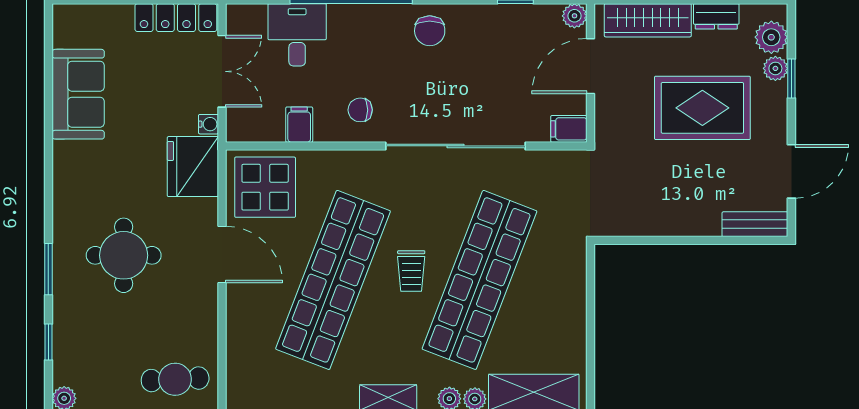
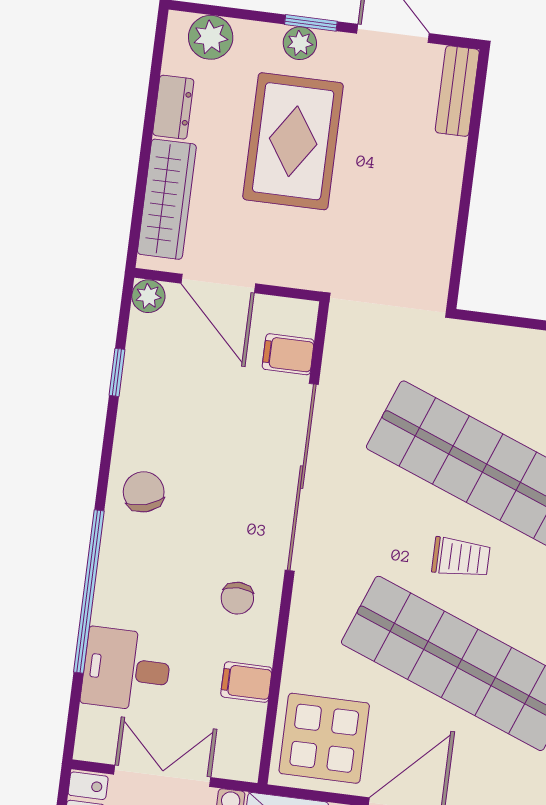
chair: (430, 31) -> (144, 492), turned -106
plant: (775, 68) -> (300, 43), moved
window: (791, 78) -> (311, 23), moved
filing cabinet: (569, 129) -> (288, 354), moved, turned 90

